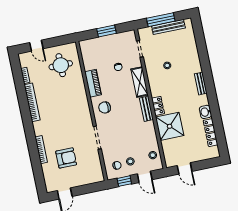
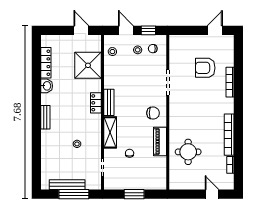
round table: (61, 65) -> (188, 152), moved
shower: (170, 126) -> (88, 65), moved

